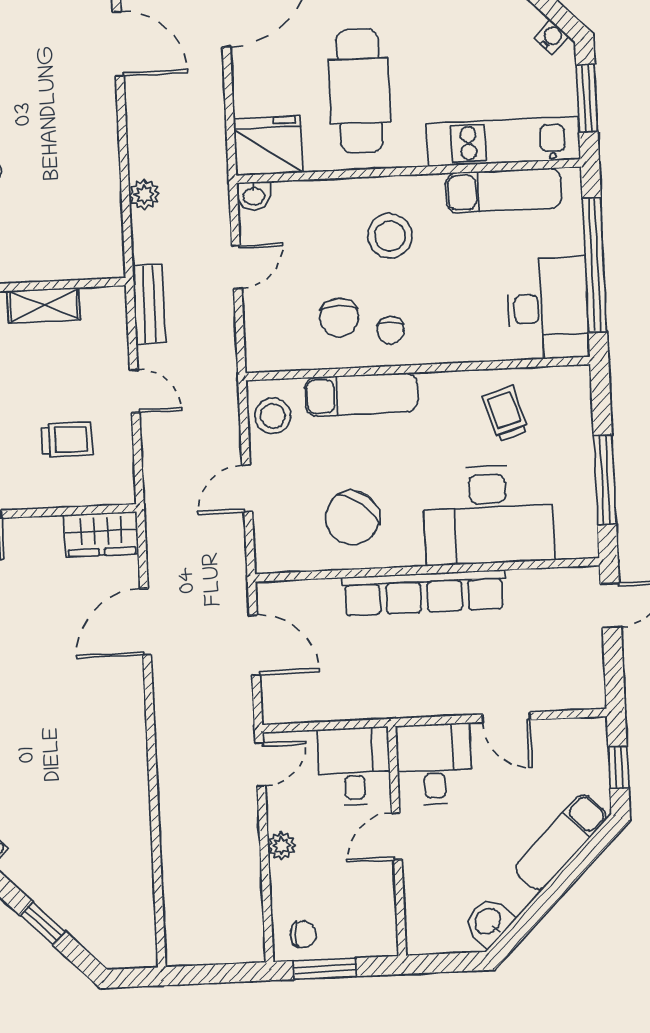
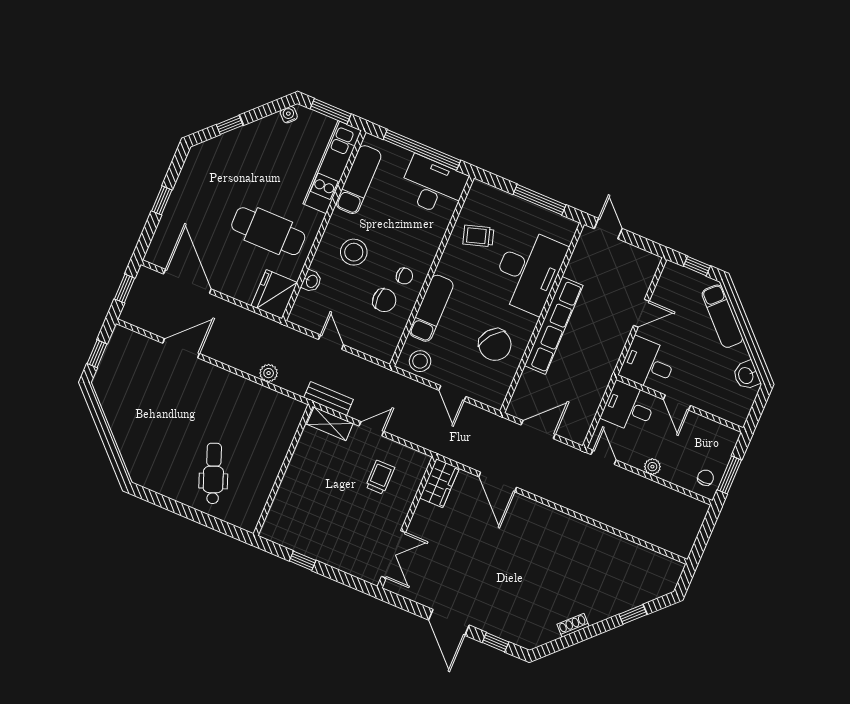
washbasin: (254, 196) -> (311, 281), moved
shelving: (44, 305) -> (330, 424), moved, turned 90

